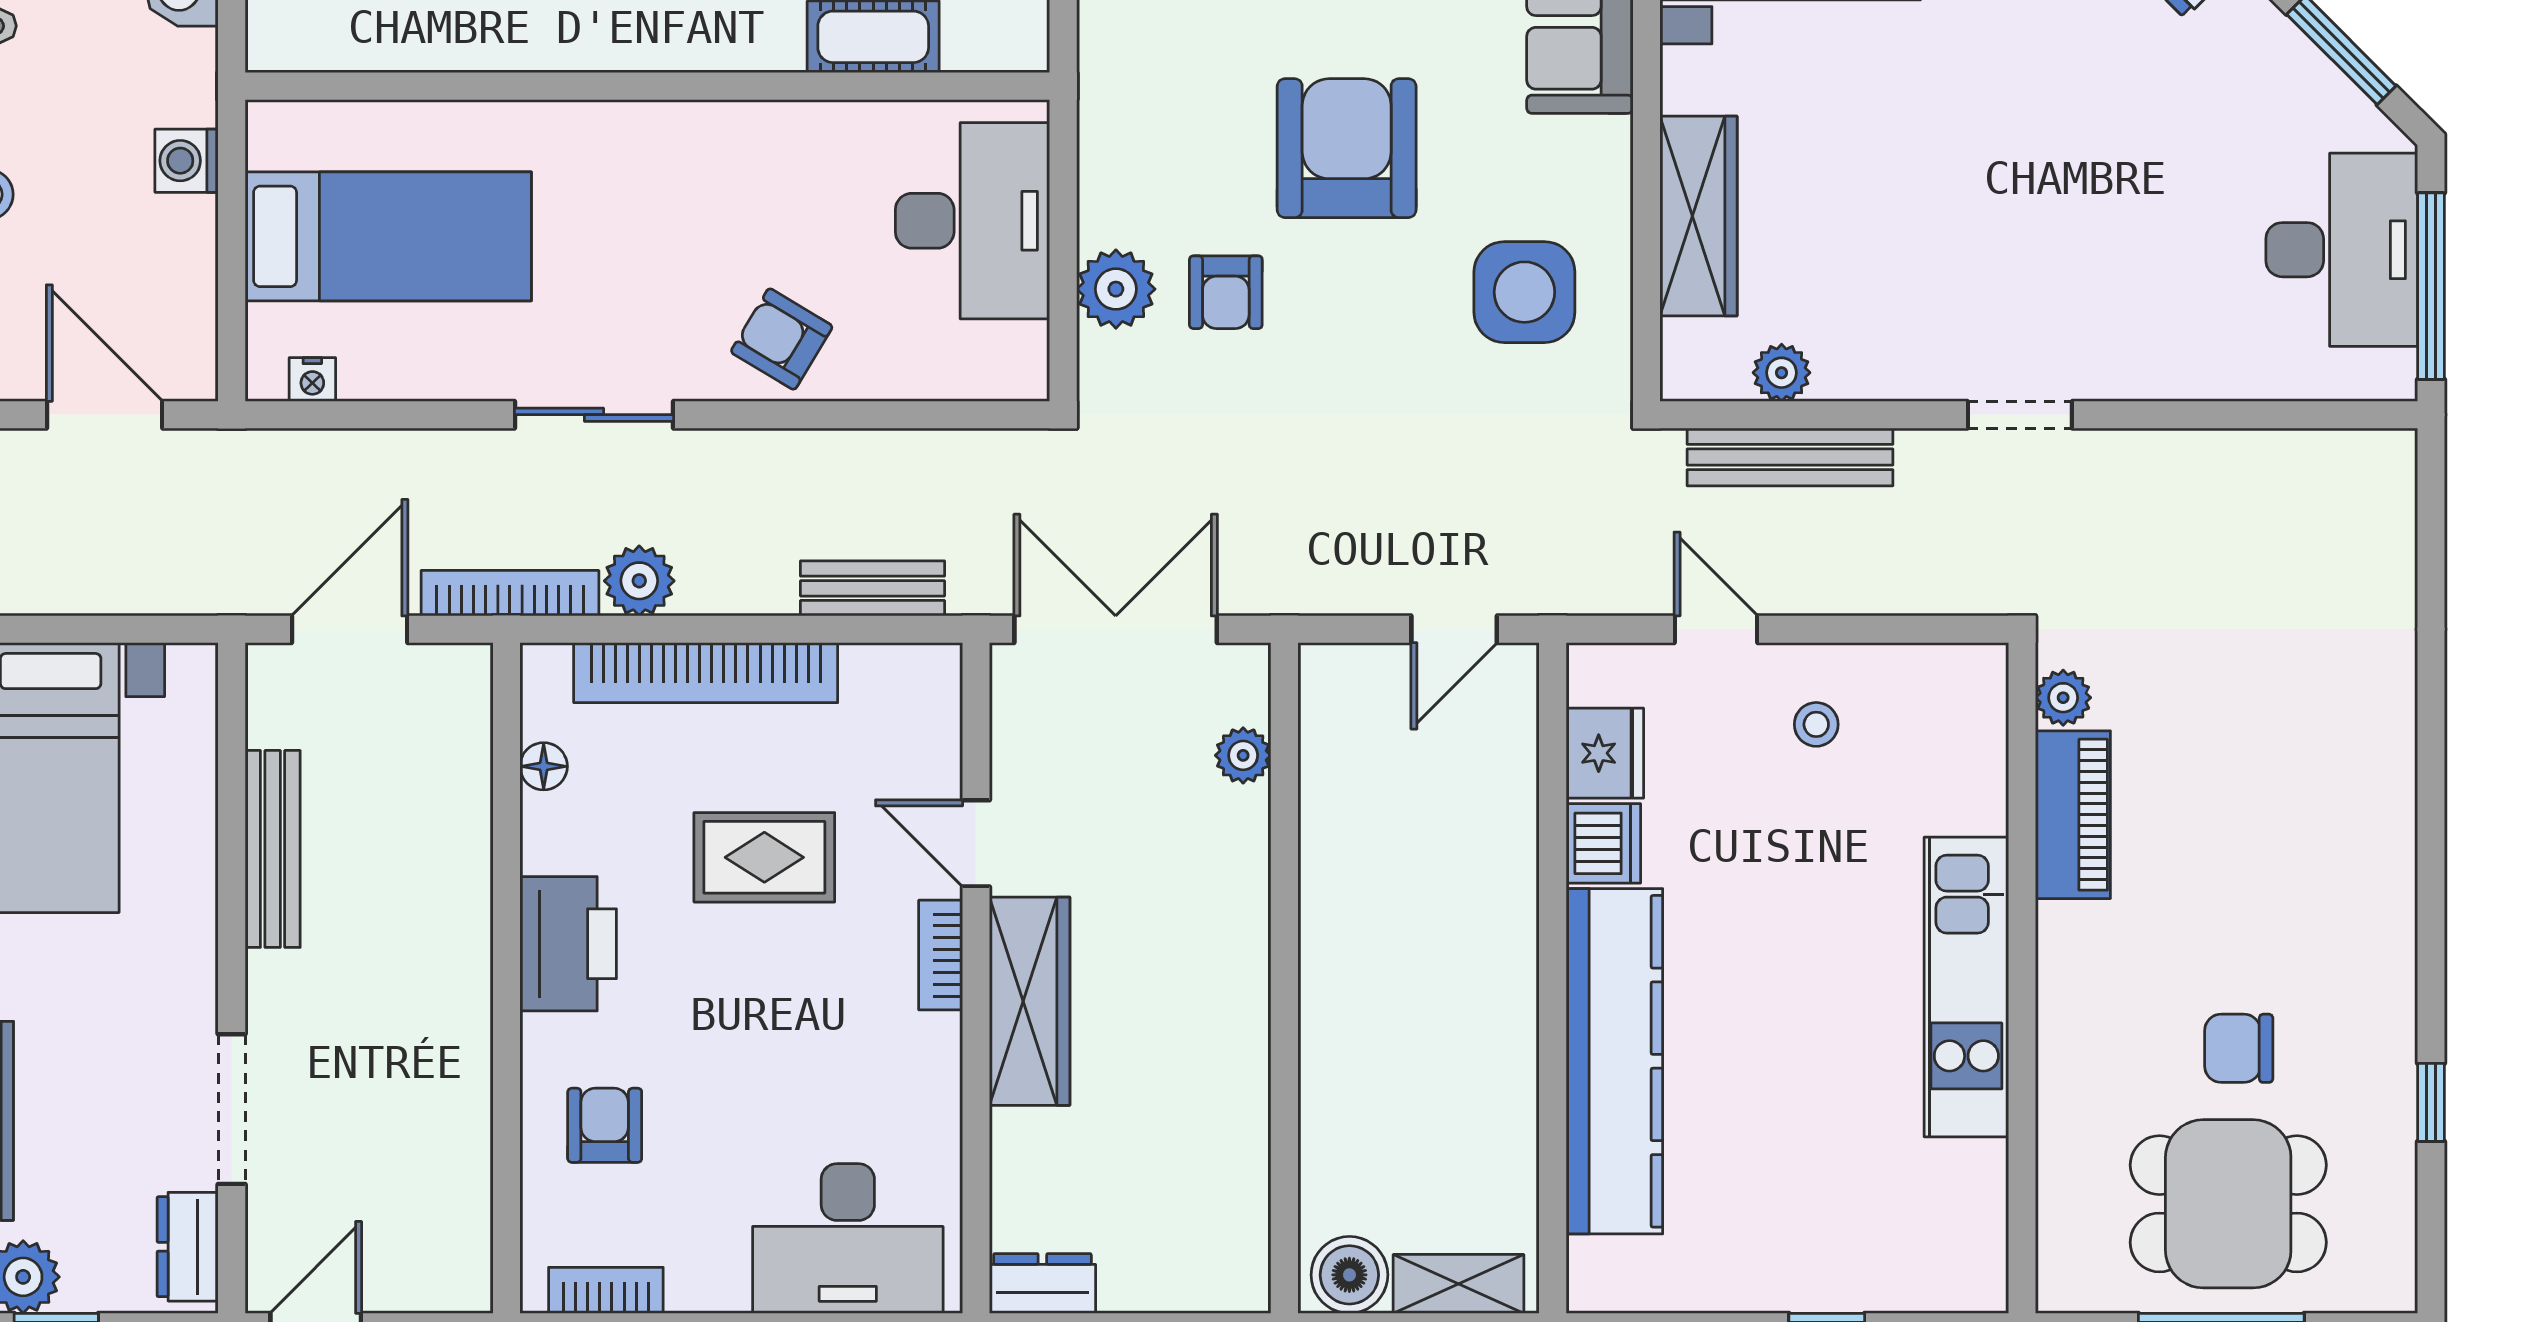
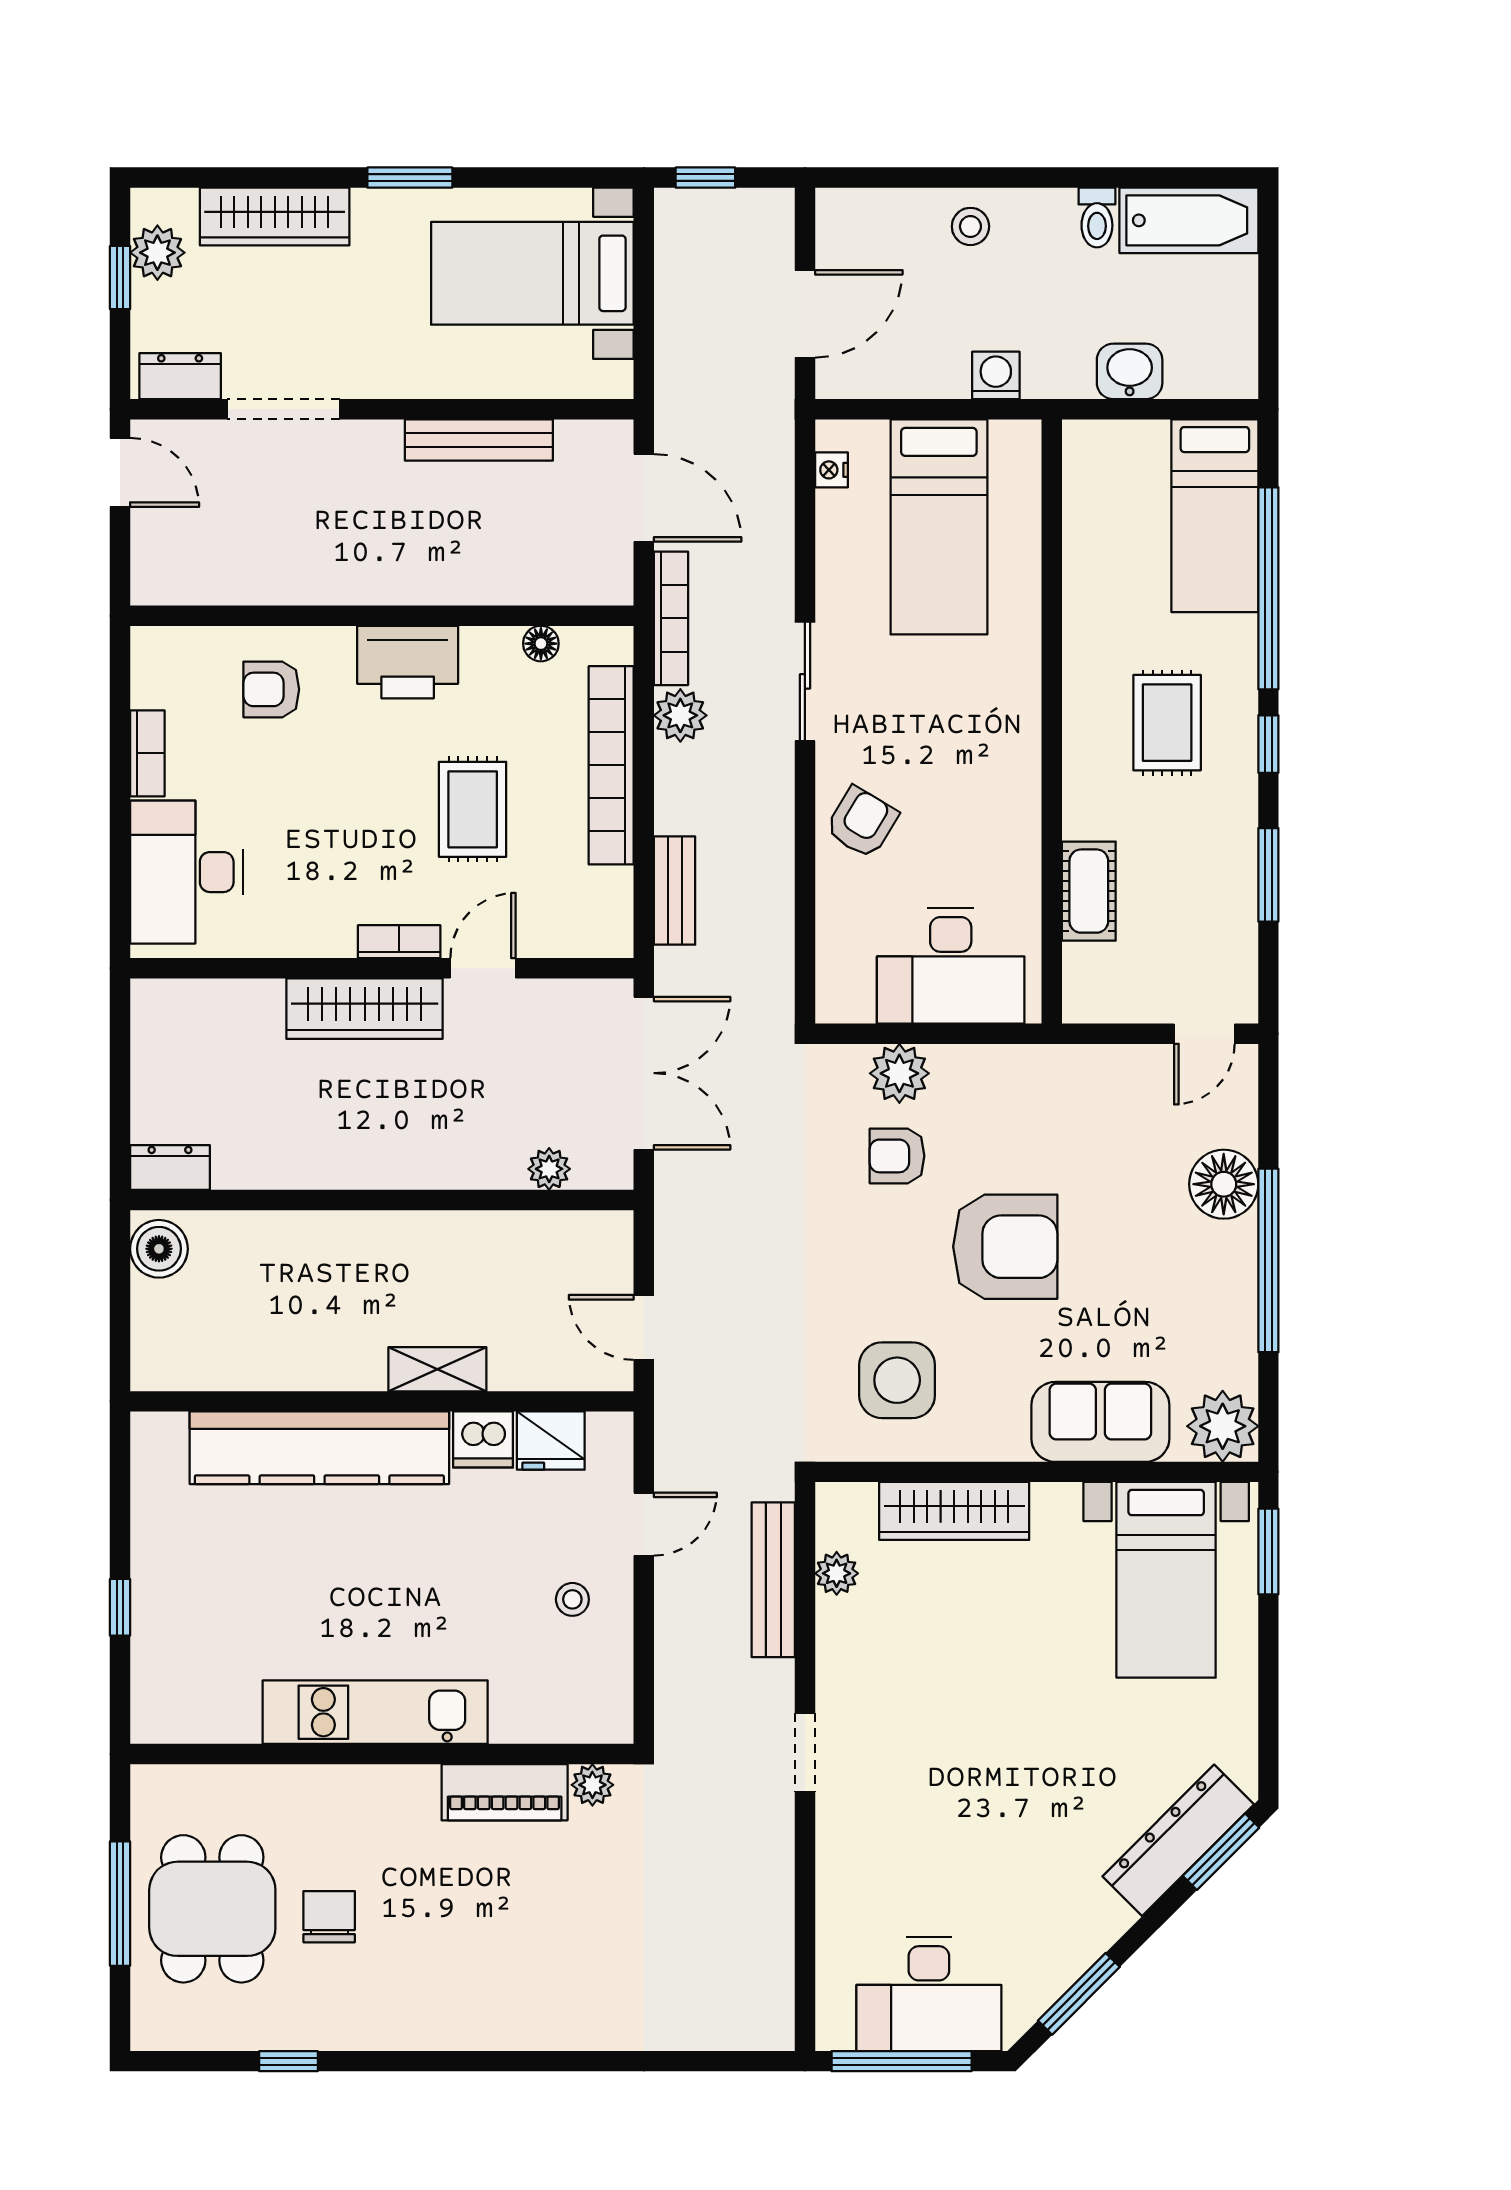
armchair: (605, 1125) -> (271, 689), turned 180
dresser: (1042, 1283) -> (170, 1167), moved, turned -90
shelving: (1458, 1284) -> (437, 1369), moved, turned 90
bookcase: (606, 1290) -> (147, 753), moved

